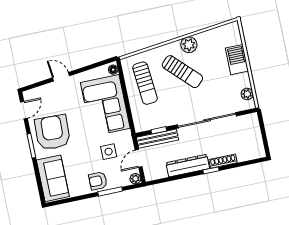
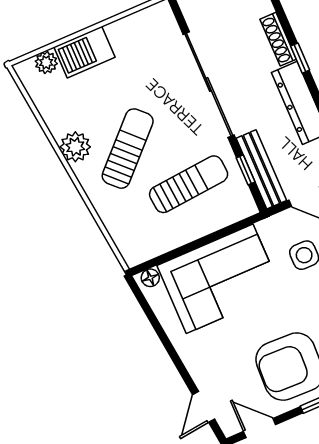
door: (61, 77) -> (204, 407), moved
sun lounger: (145, 83) -> (189, 184), moved
plant: (247, 94) -> (46, 62), moved

